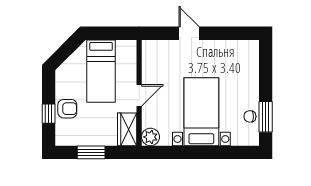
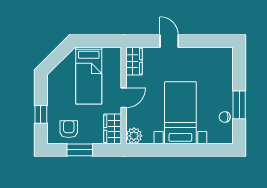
wardrobe: (151, 55) -> (134, 61), added
armchair: (67, 109) -> (69, 129), moved, turned -90
window: (266, 117) -> (239, 105), moved

